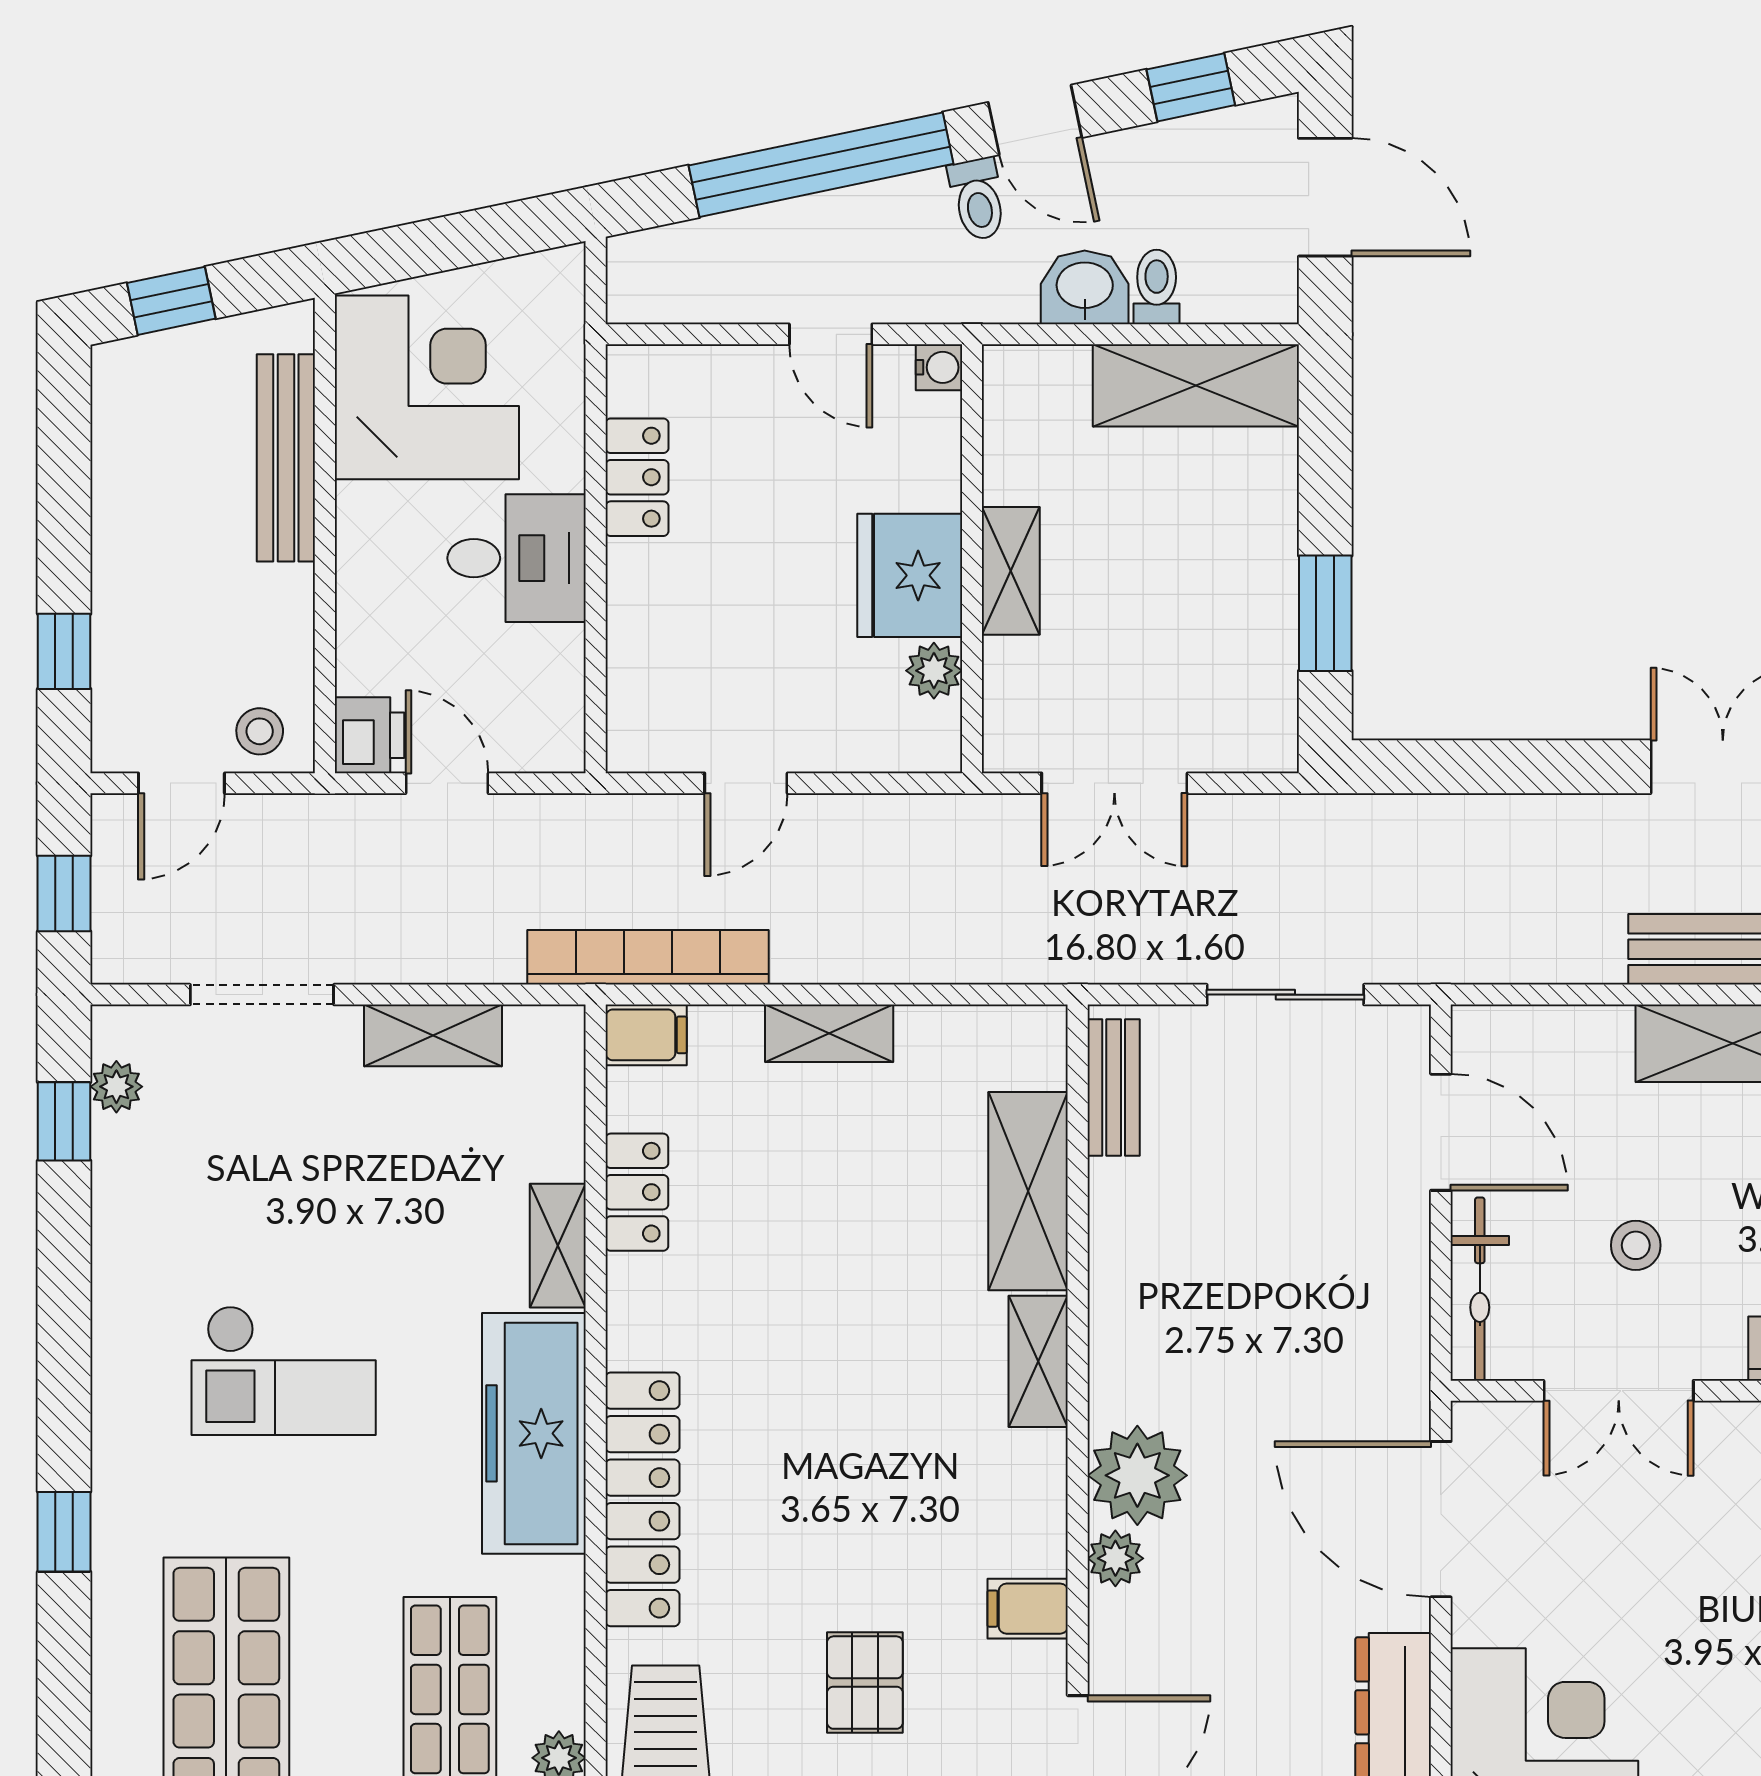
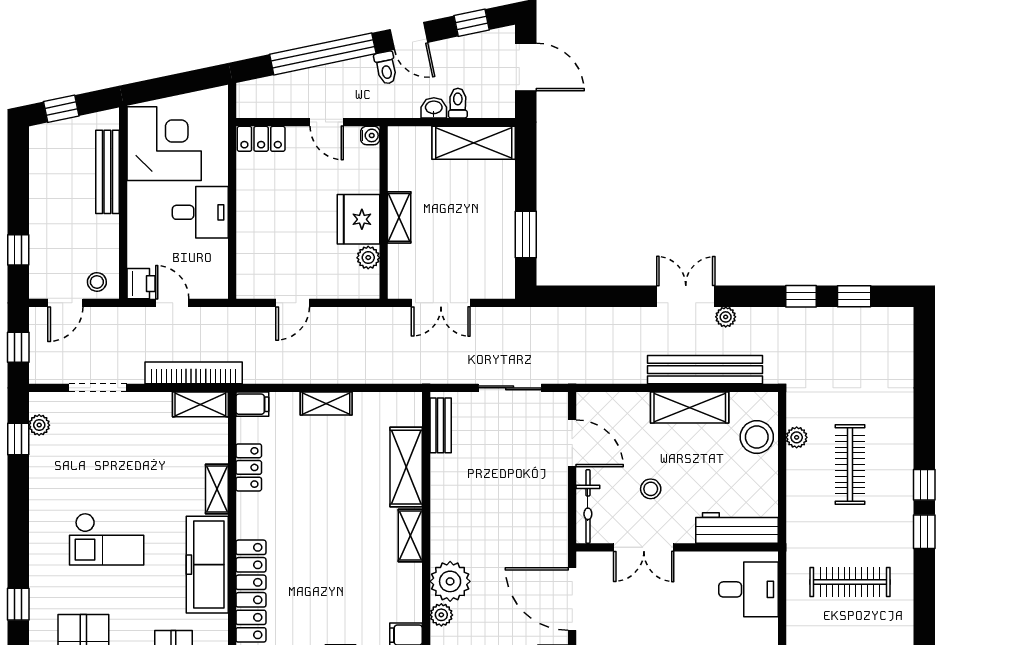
washbasin: (1085, 287) -> (434, 108), width x0.72, depth x0.69
locker: (637, 477) -> (261, 139), moved, turned 90
bookcase: (648, 957) -> (194, 373), moved
shelving: (433, 1035) -> (200, 404), moved

